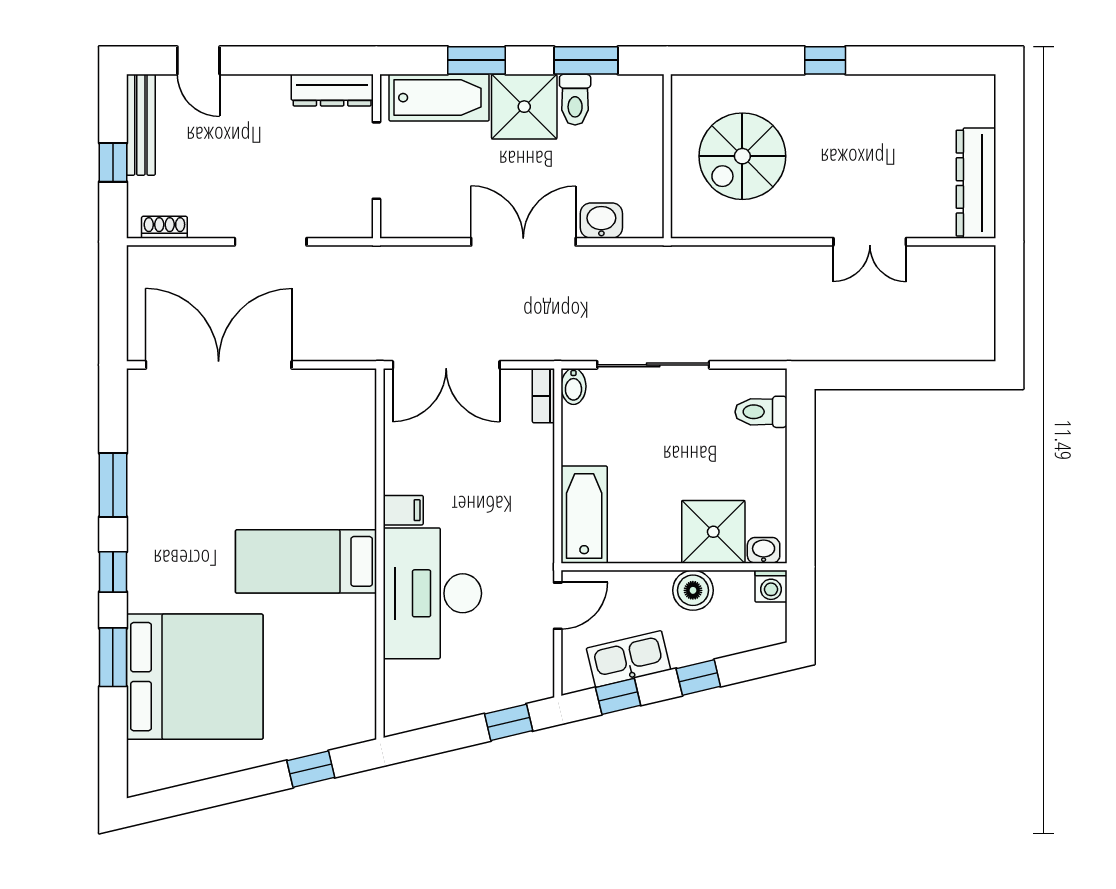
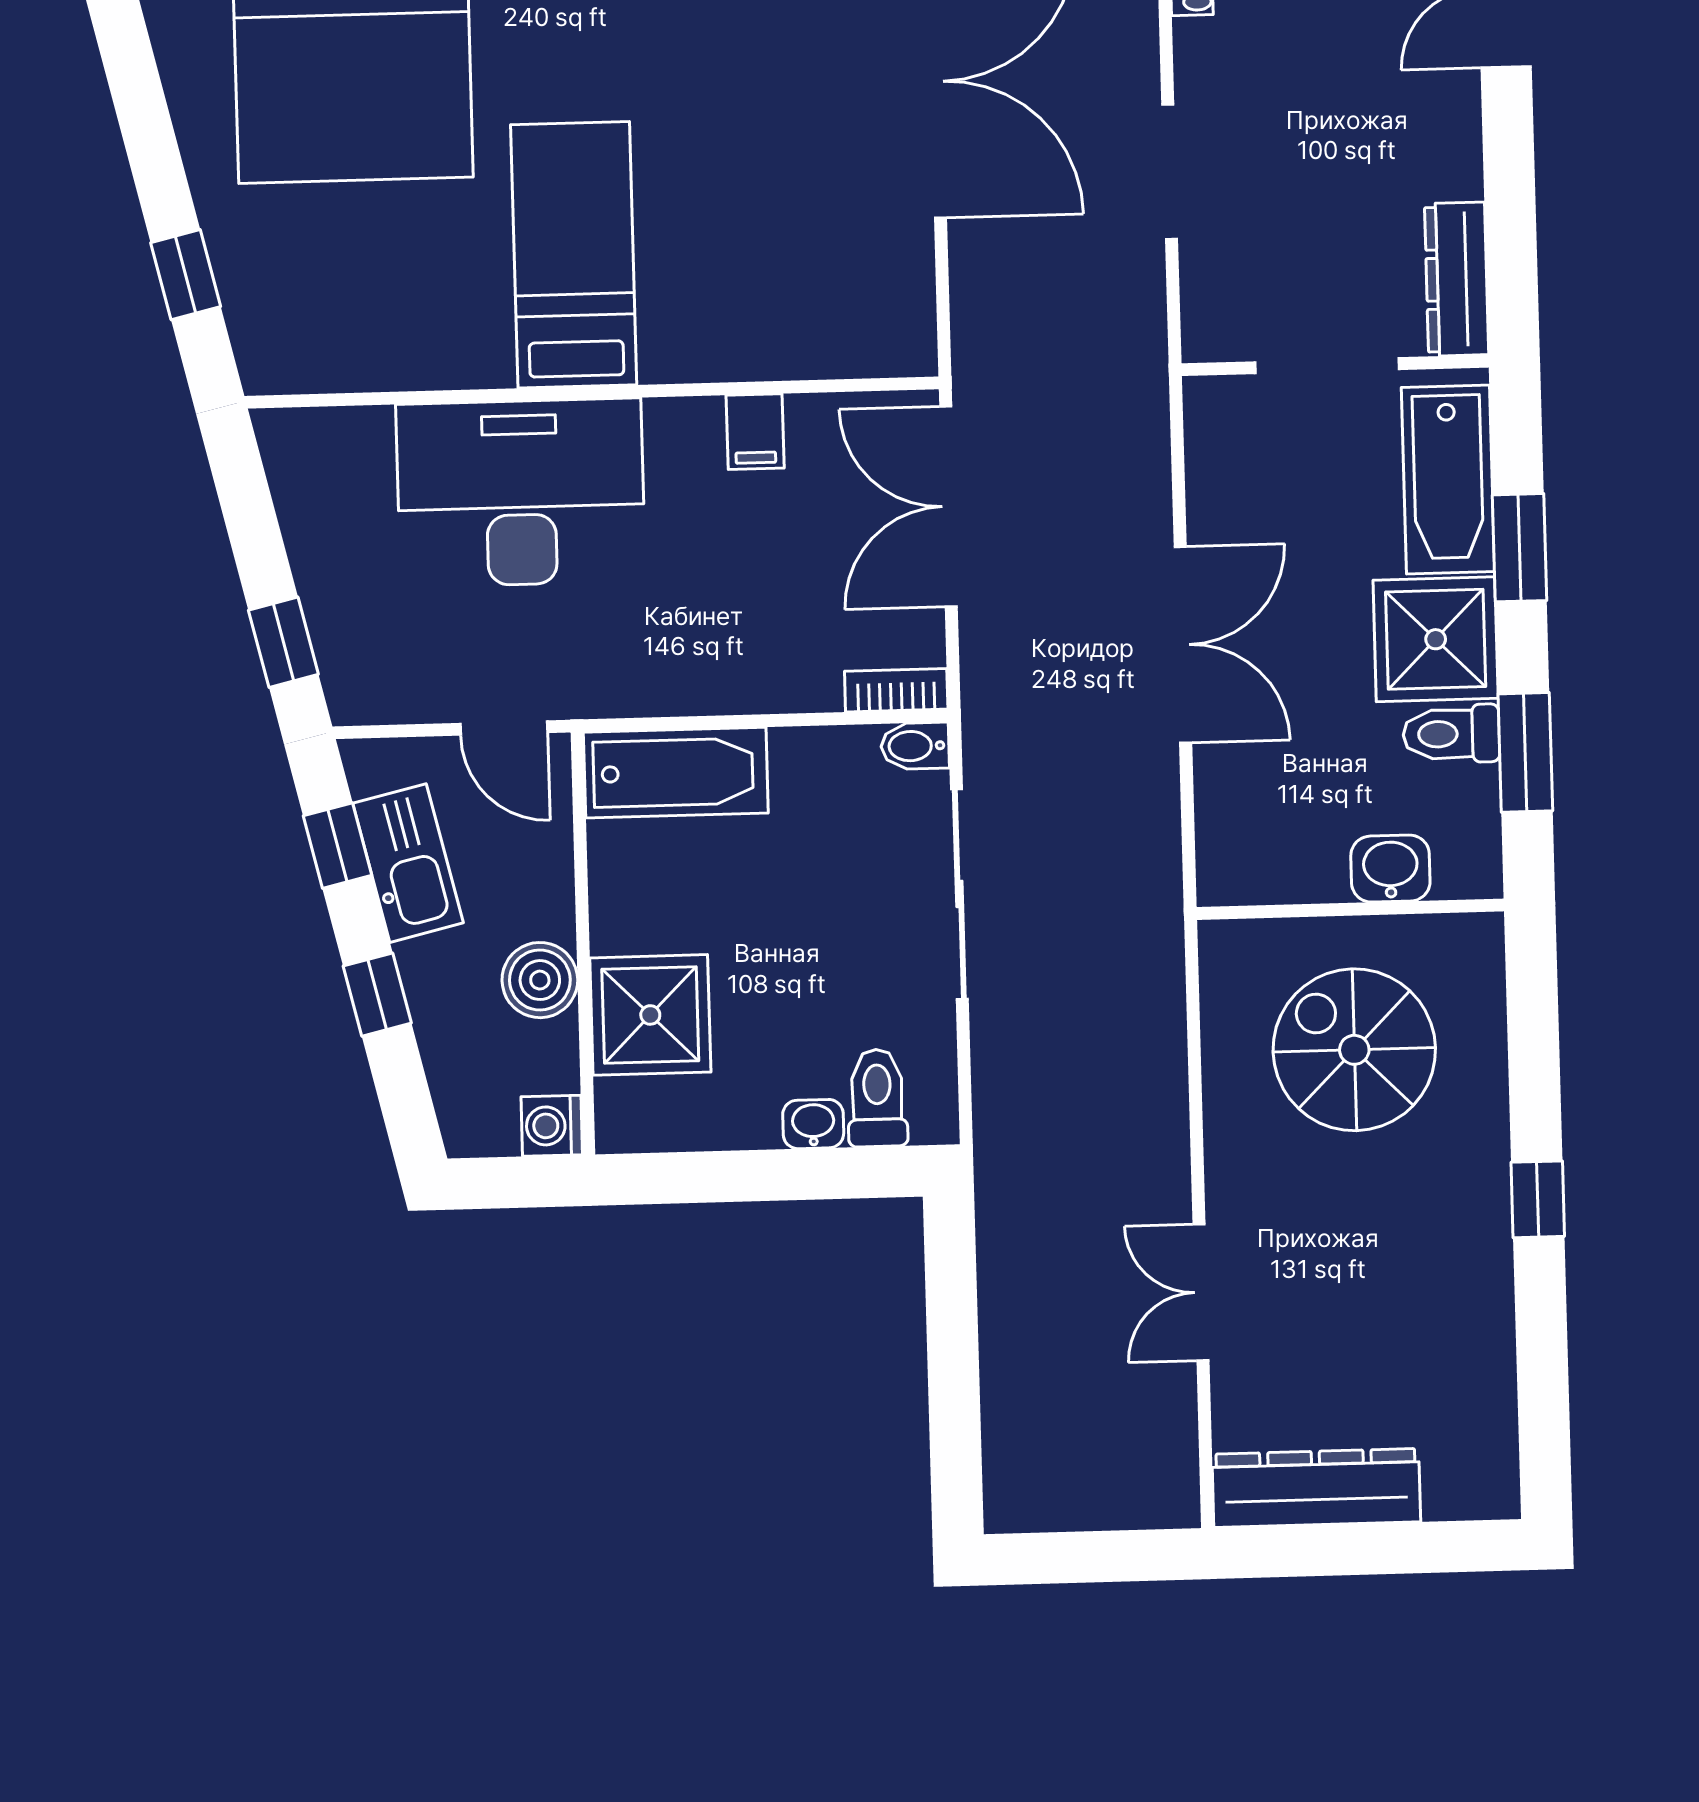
washbasin: (601, 221) -> (1390, 869), moved, turned -90
filing cabinet: (403, 510) -> (755, 432), moved
washbasin: (764, 550) -> (813, 1124), moved, turned -90

